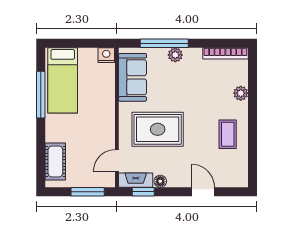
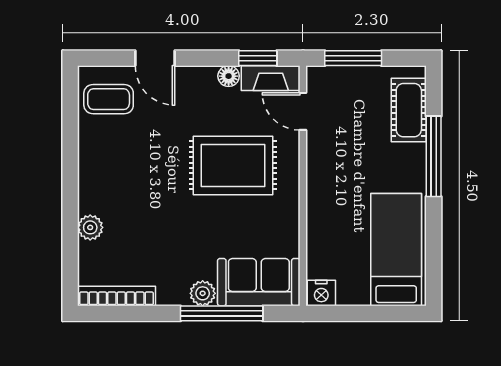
sofa: (133, 77) -> (259, 282), moved, turned 90
window: (41, 95) -> (434, 156), moved
coffee table: (228, 134) -> (109, 99), moved, turned 90
door: (117, 161) -> (303, 111), swing flipped

